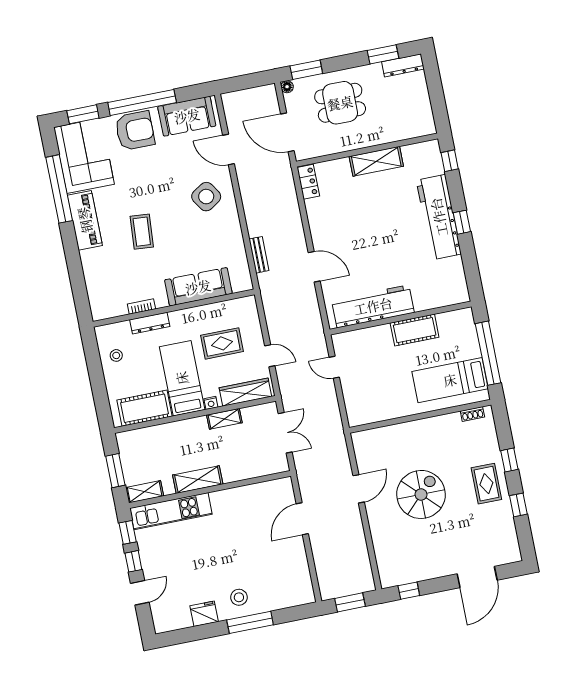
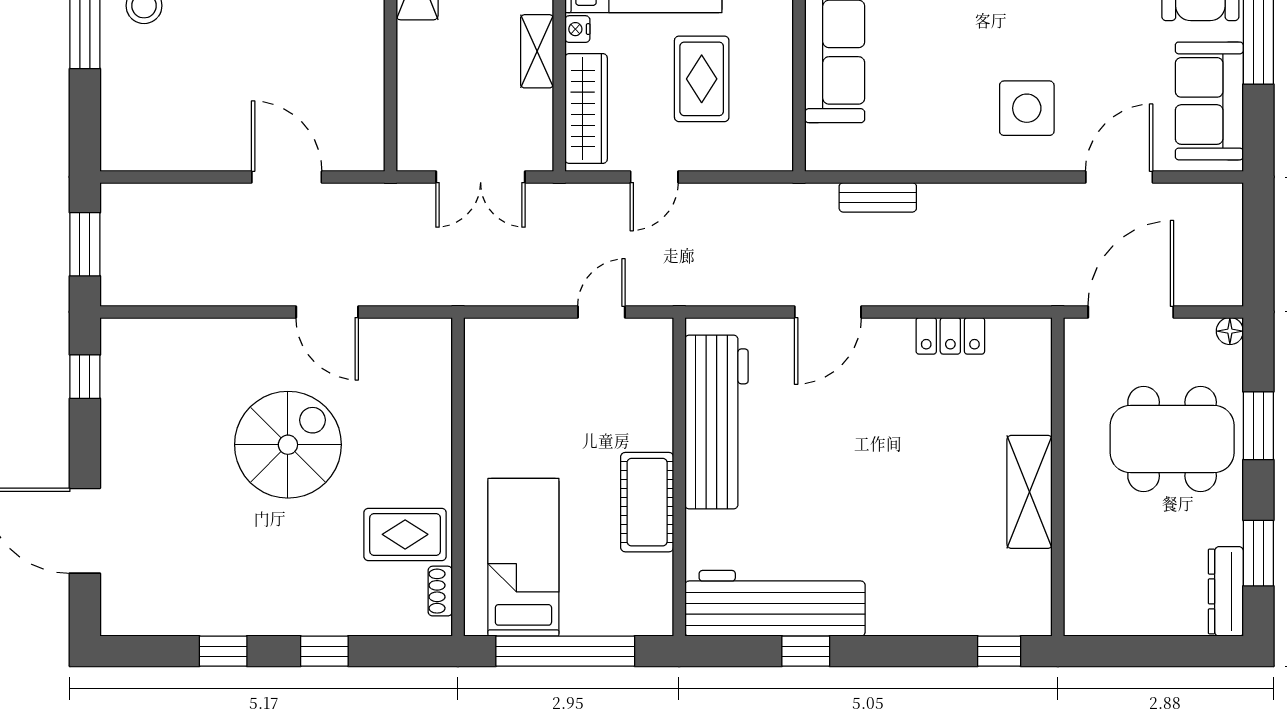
window: (306, 70) -> (1258, 426), moved
dining table: (340, 103) -> (1172, 439), width x1.38
locker: (308, 182) -> (950, 336), moved
side table: (206, 197) -> (1027, 108), turned 33
workbench: (439, 217) -> (775, 603), moved
window: (462, 222) -> (806, 651), moved
rug: (486, 484) -> (405, 534), moved
spiral stairs: (421, 494) -> (288, 445), turned -90

